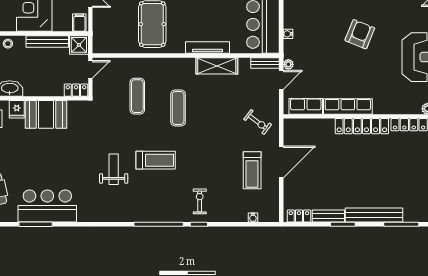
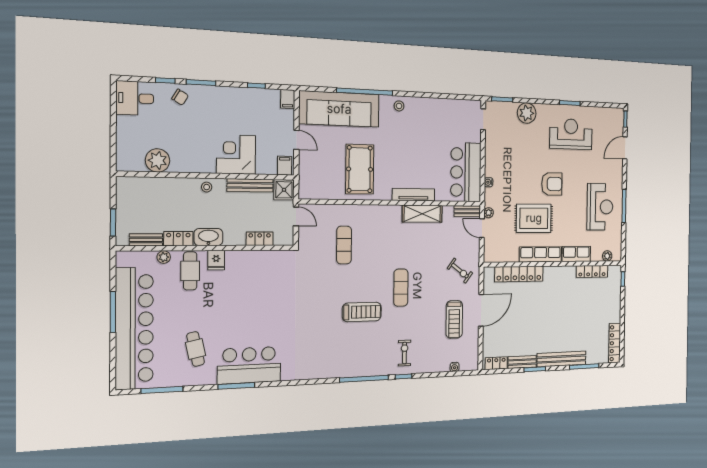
armchair: (360, 34) -> (552, 184), turned 68
door: (90, 69) -> (296, 216), hinge flipped
rug: (339, 70) -> (534, 218), added
door: (281, 80) -> (482, 228), swing flipped
locker: (76, 90) -> (260, 239), moved
row of seats: (306, 106) -> (576, 254), moved
exercise mat: (178, 108) -> (401, 288), moved
booth: (46, 114) -> (248, 265), removed
locker: (362, 126) -> (519, 274), moved
weight bench: (114, 169) -> (319, 323), removed

